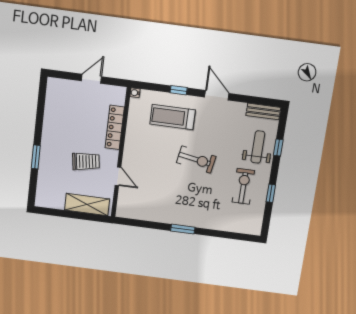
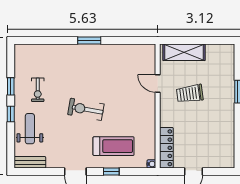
locker: (115, 127) -> (166, 148), moved
weight bench: (258, 147) -> (30, 129), turned 180
window: (278, 148) -> (11, 114), moved
exercise bike: (243, 186) -> (38, 90), width x0.73, depth x0.72

